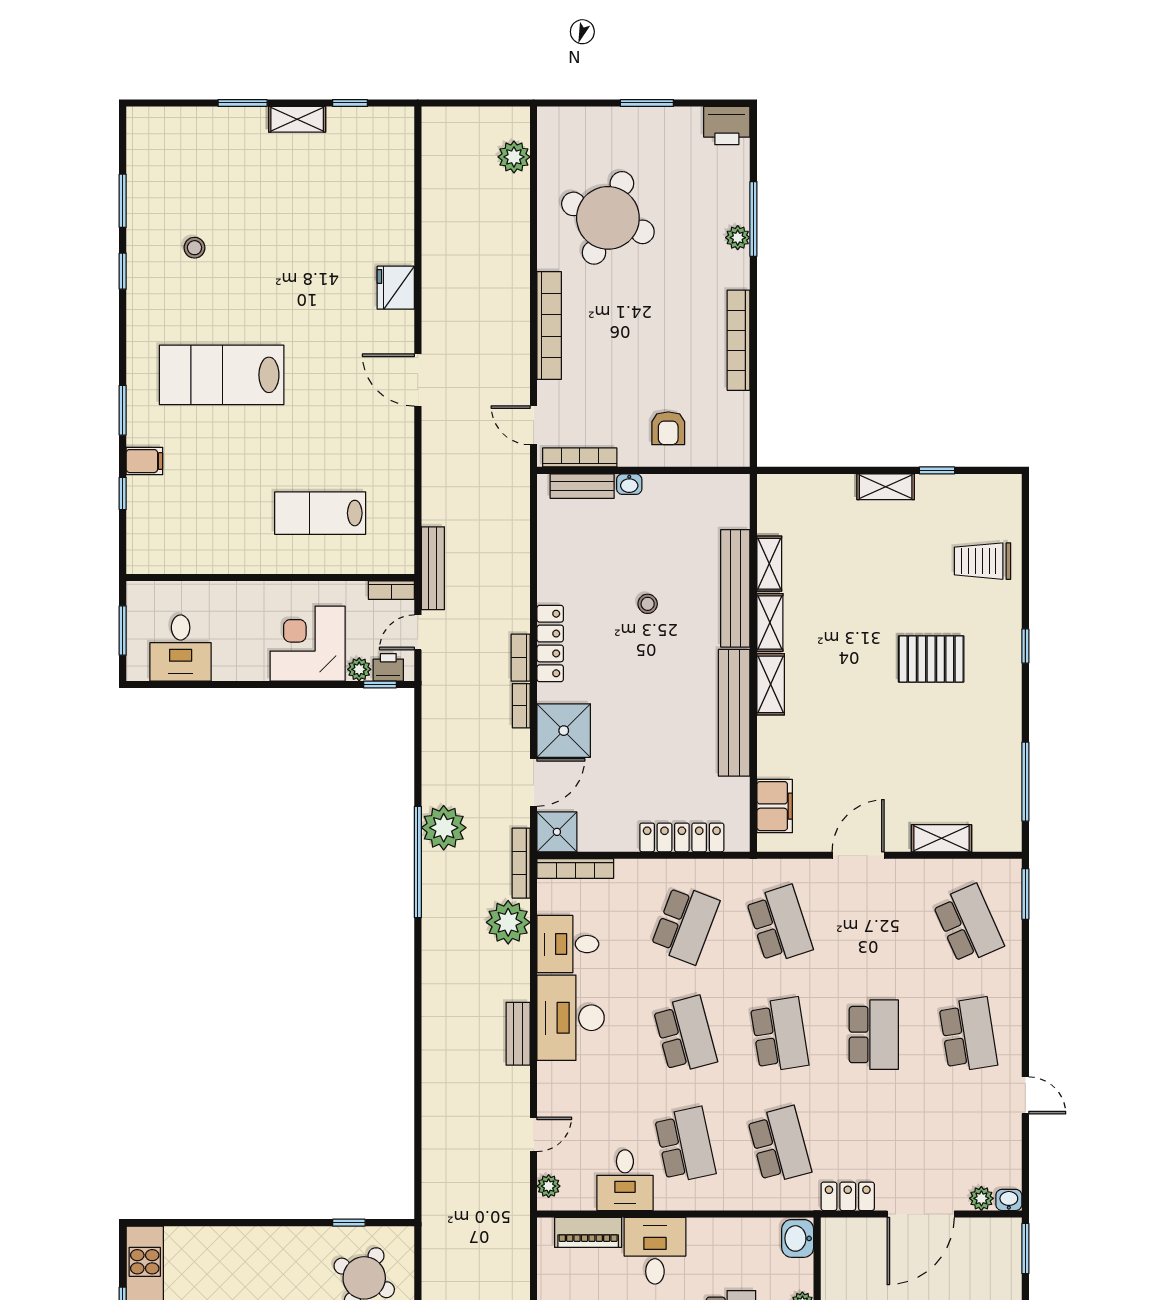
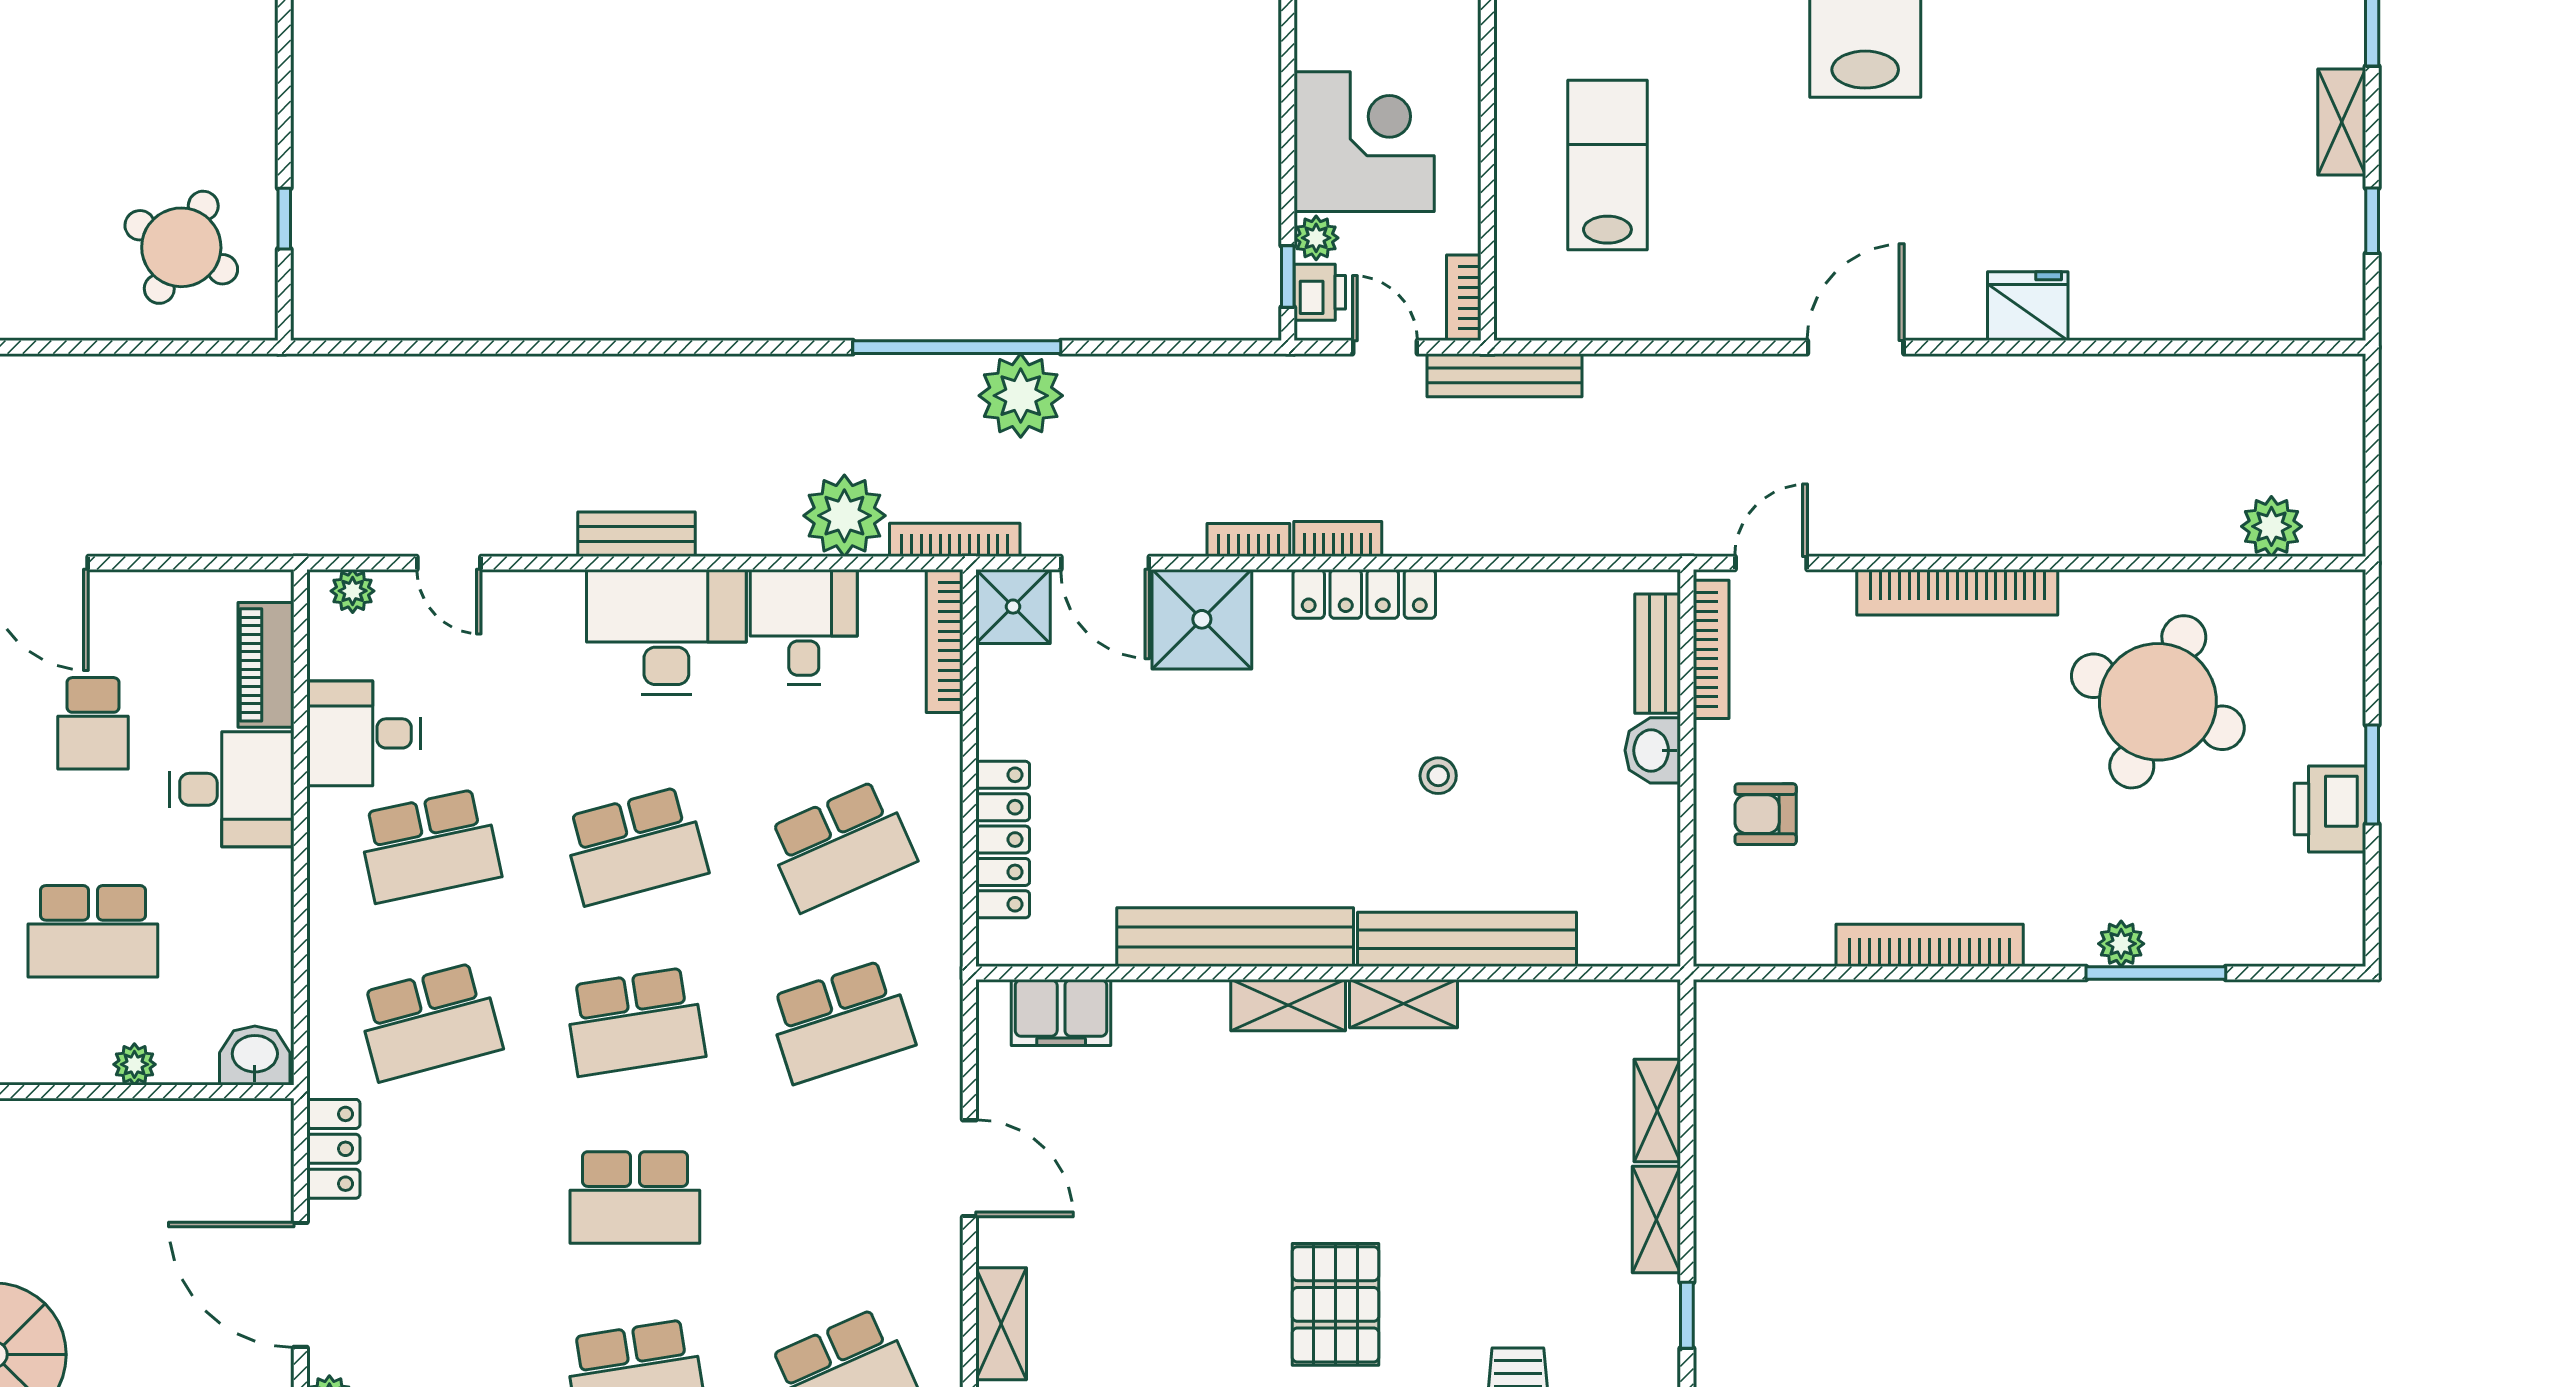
printer: (727, 126) -> (2330, 809), moved
washbasin: (629, 484) -> (1653, 750), width x1.38, depth x1.45
shelving: (769, 564) -> (1657, 1110), moved, turned 90
school desk: (685, 924) -> (841, 846), turned -45

